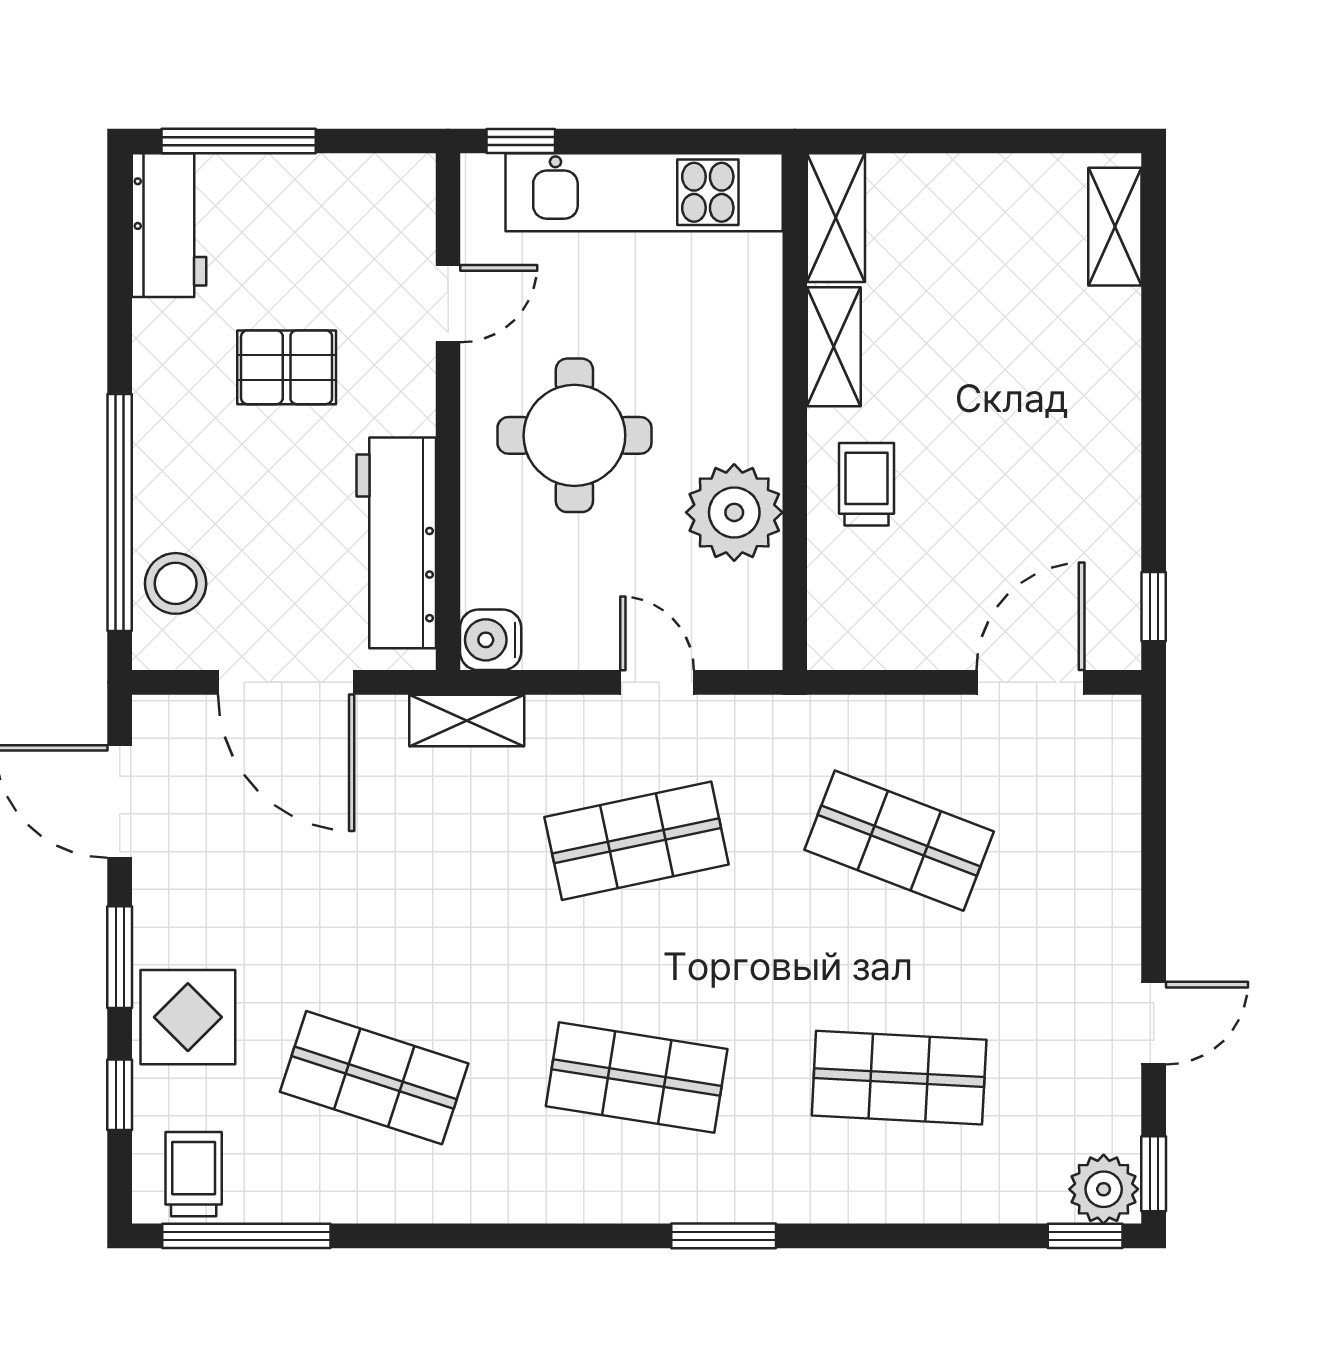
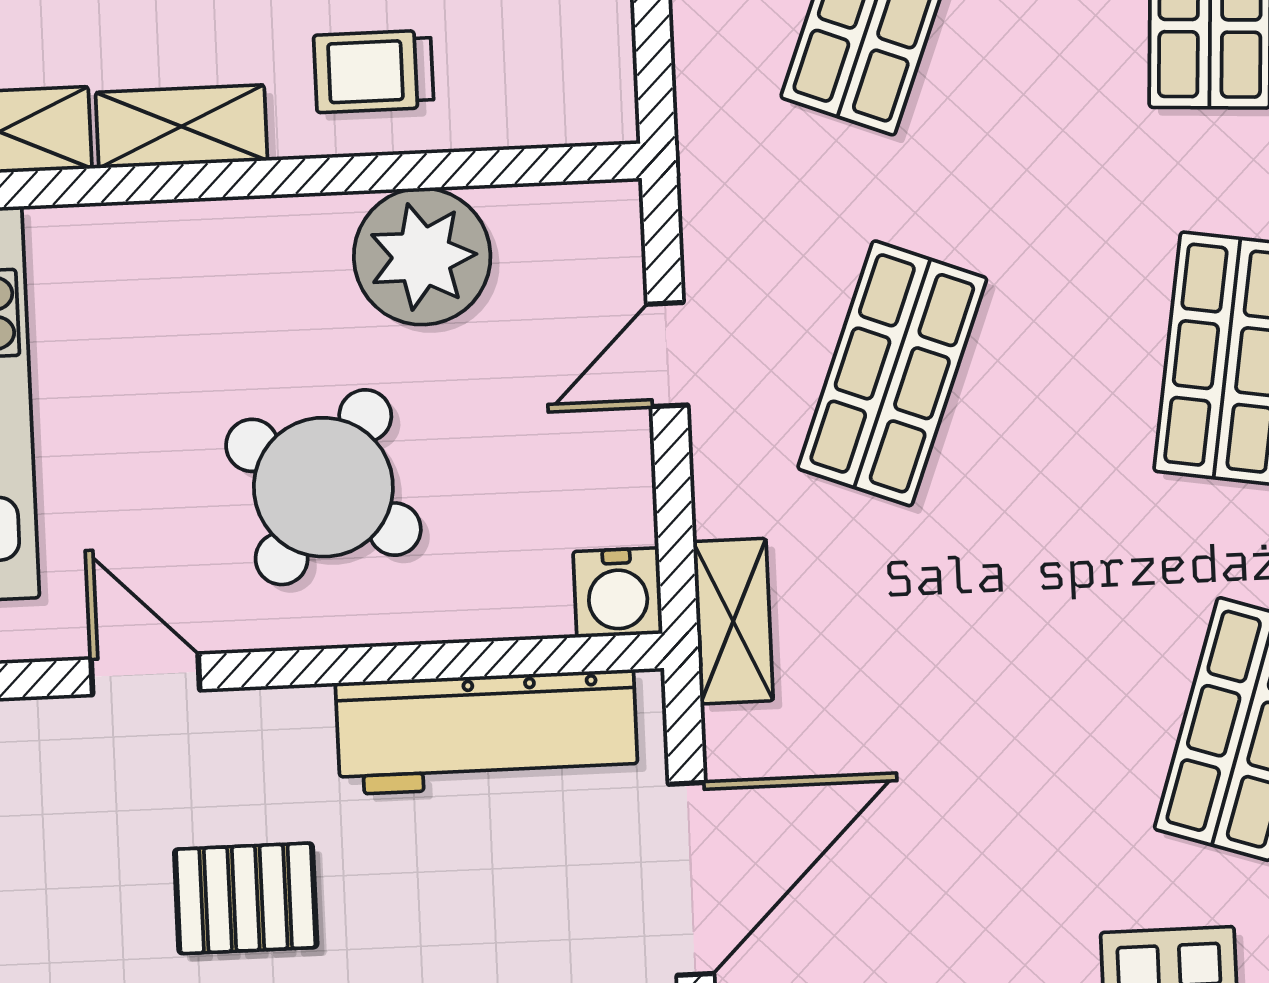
pallet: (287, 367) -> (246, 898), turned 90
round table: (574, 435) -> (323, 487), turned 33
shop shelf: (637, 841) -> (892, 373), turned 33

